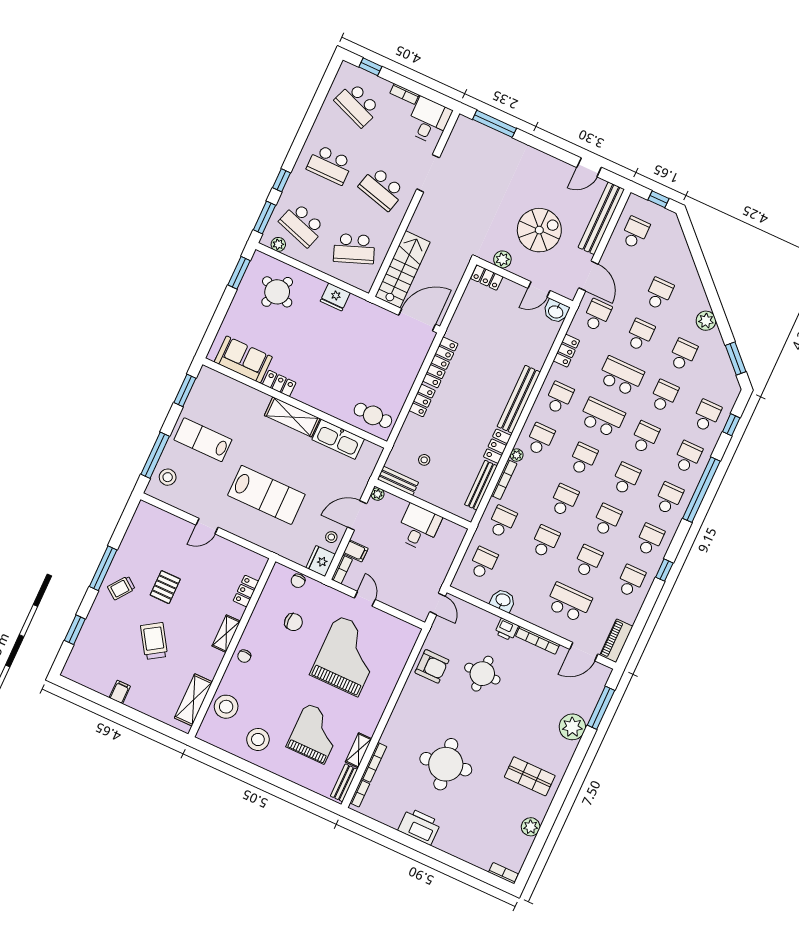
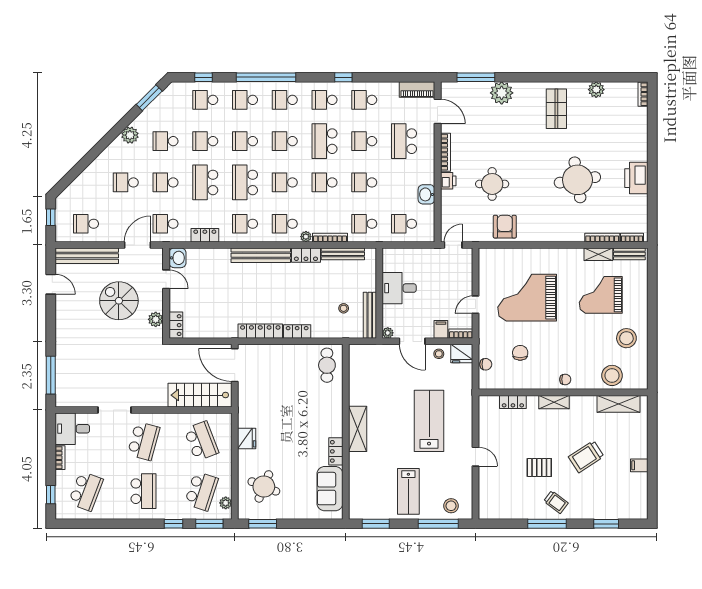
kitchen sink: (338, 439) -> (359, 384), removed
bench: (398, 481) -> (370, 315), width x1.36
school desk: (607, 520) -> (324, 141), width x1.85

